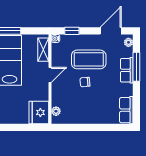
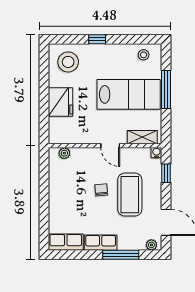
row of seats: (127, 70) -> (101, 243), moved
fridge: (39, 112) -> (61, 102), moved, turned 90

